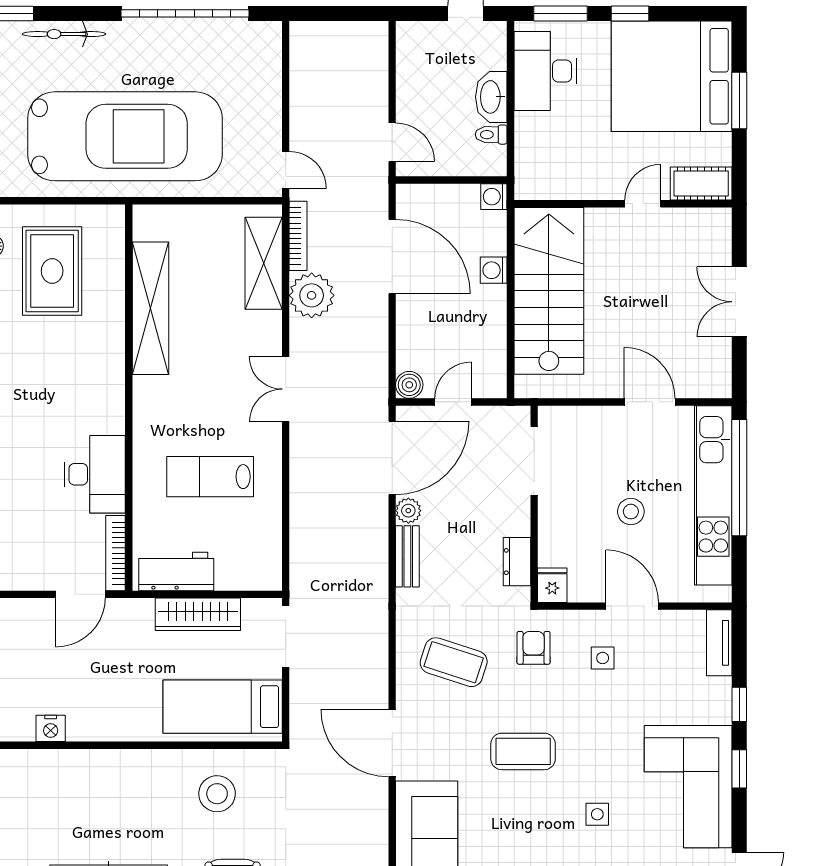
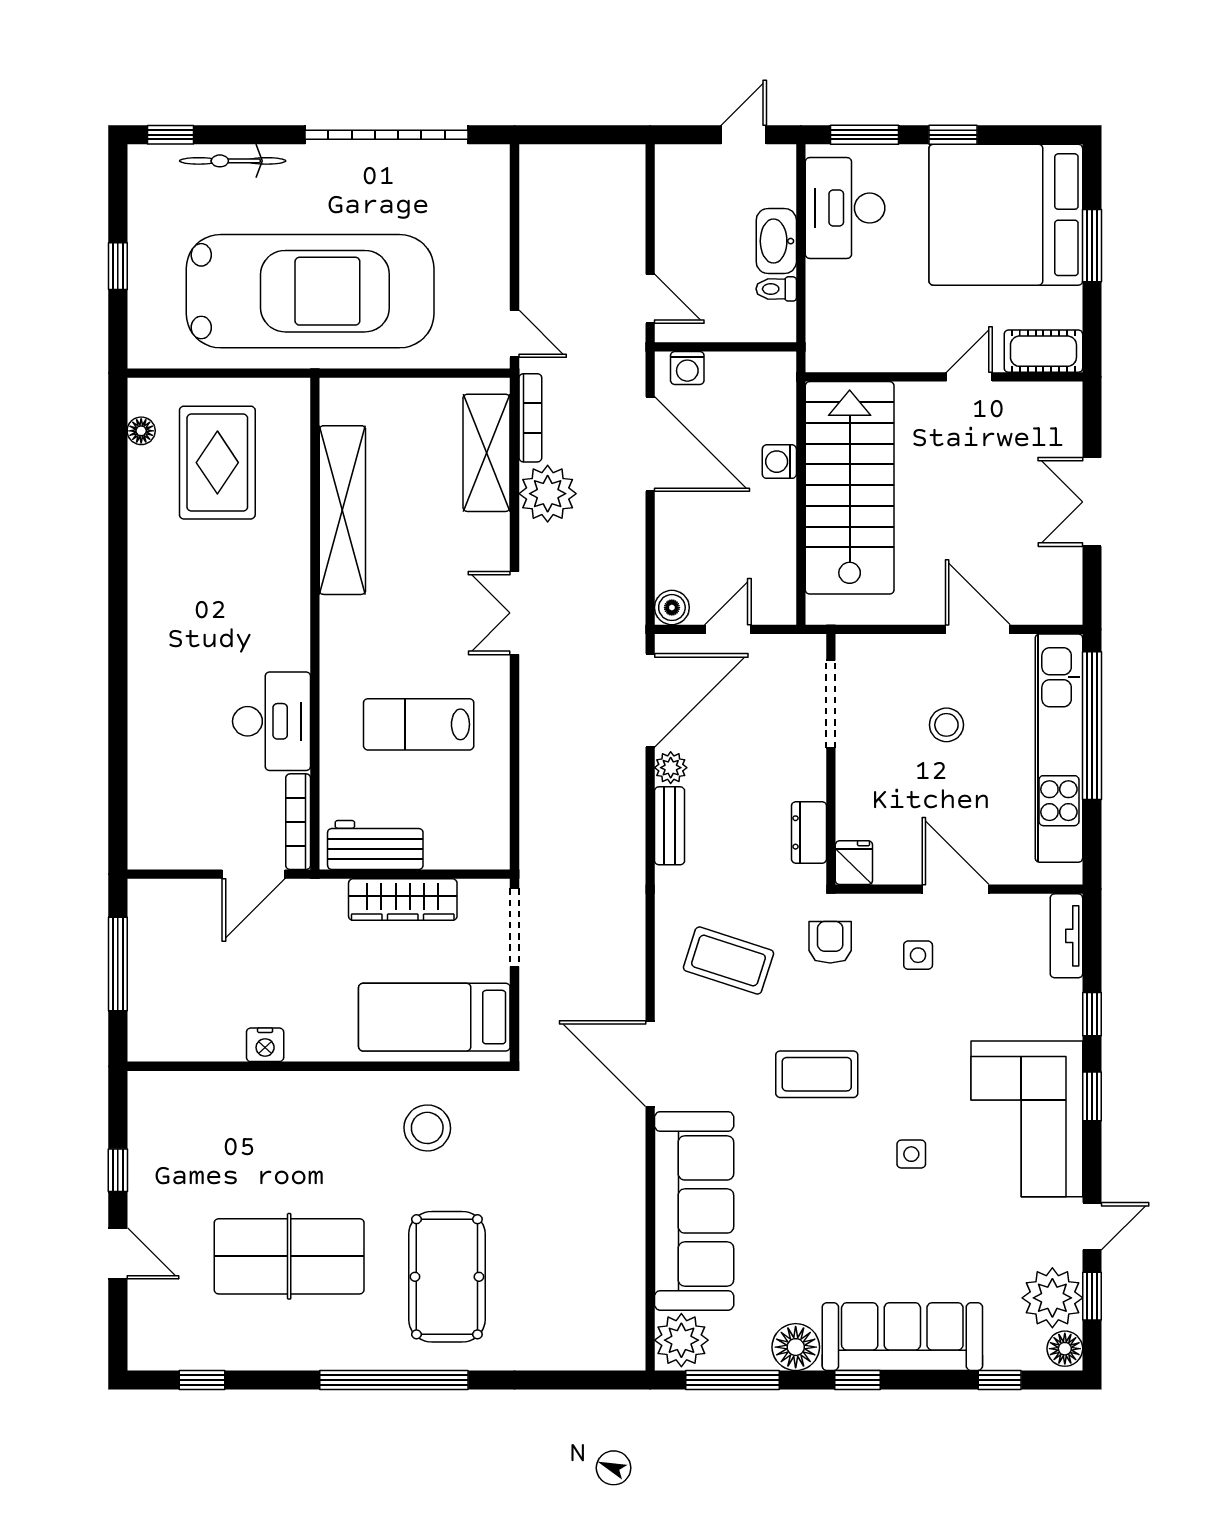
washing machine: (494, 197) -> (687, 368), moved, turned -90
stool: (631, 512) -> (946, 725), moved
nightstand: (51, 728) -> (265, 1045), moved

